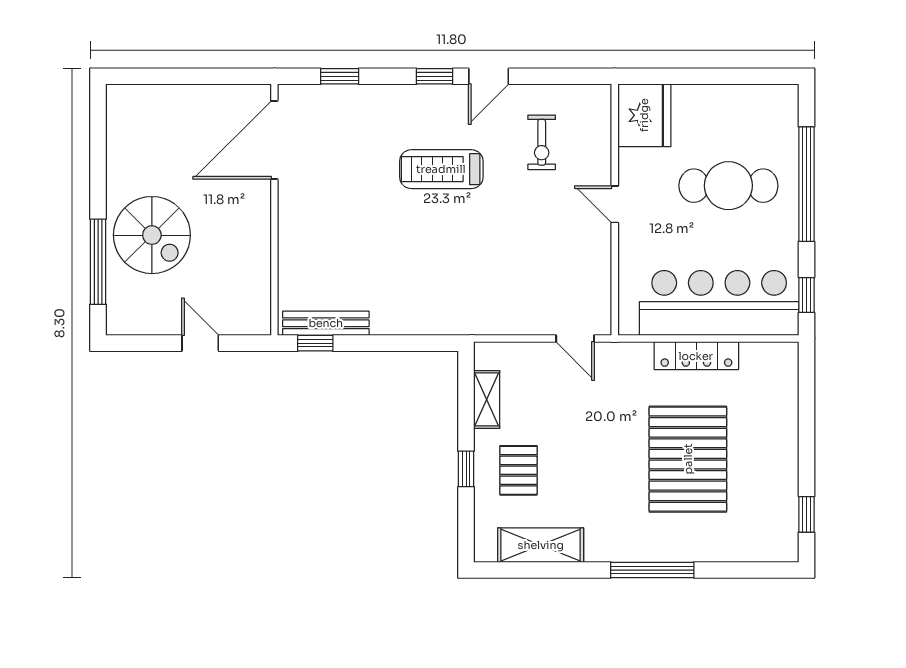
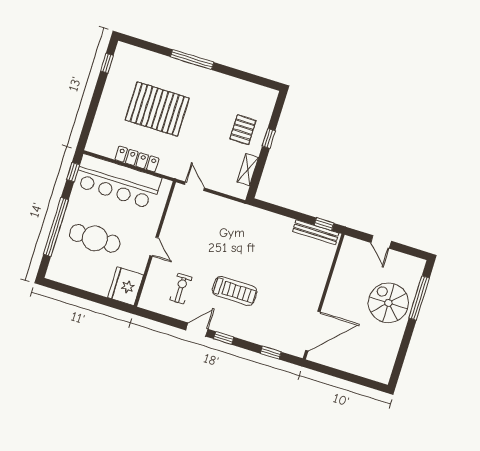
pallet: (688, 459) -> (157, 109), turned 90
shelving: (541, 545) -> (243, 89), removed

